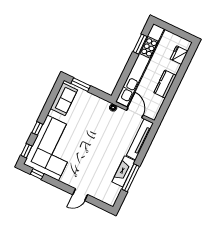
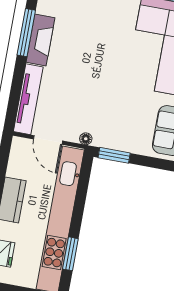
window: (81, 85) -> (114, 155), moved

